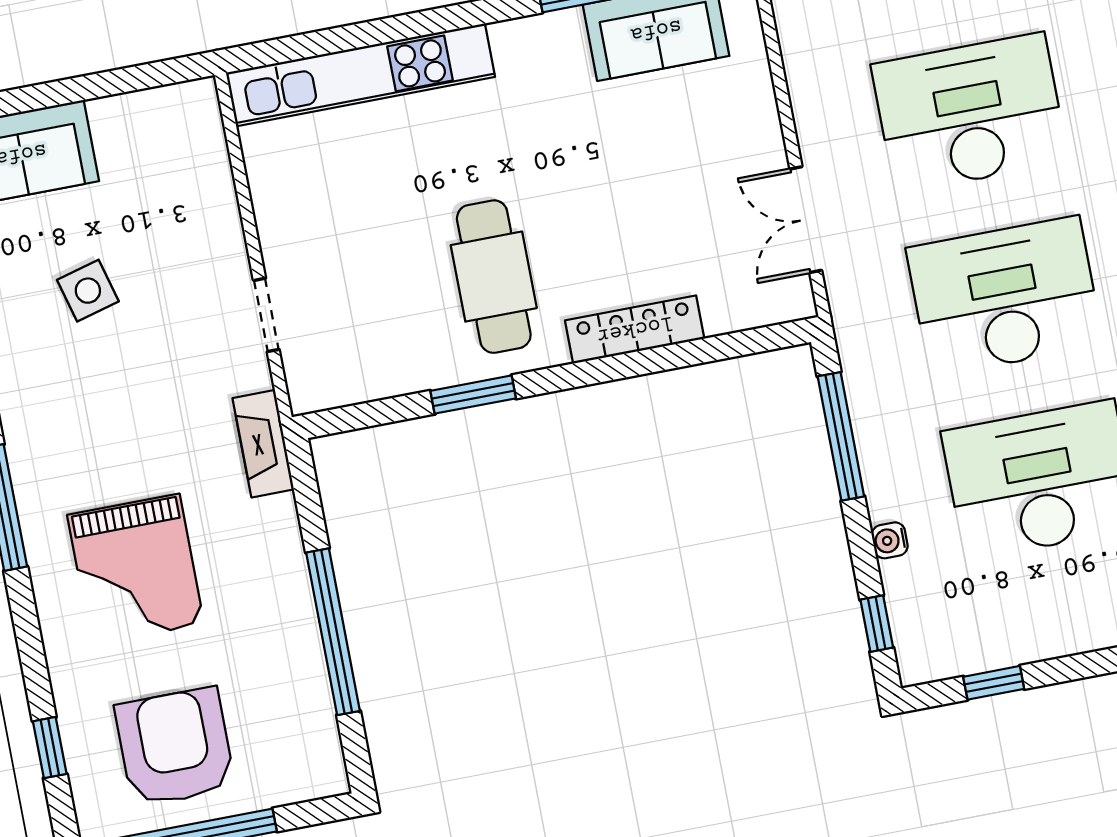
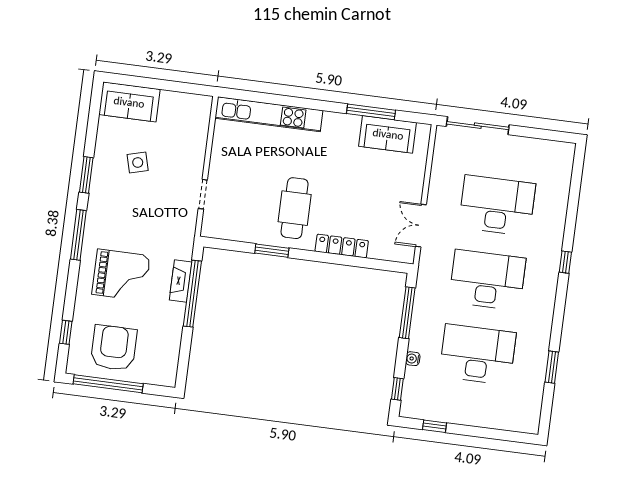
fireplace: (263, 444) -> (181, 281), moved
grand piano: (136, 569) -> (121, 275), turned -90
window: (333, 632) -> (192, 294), moved

